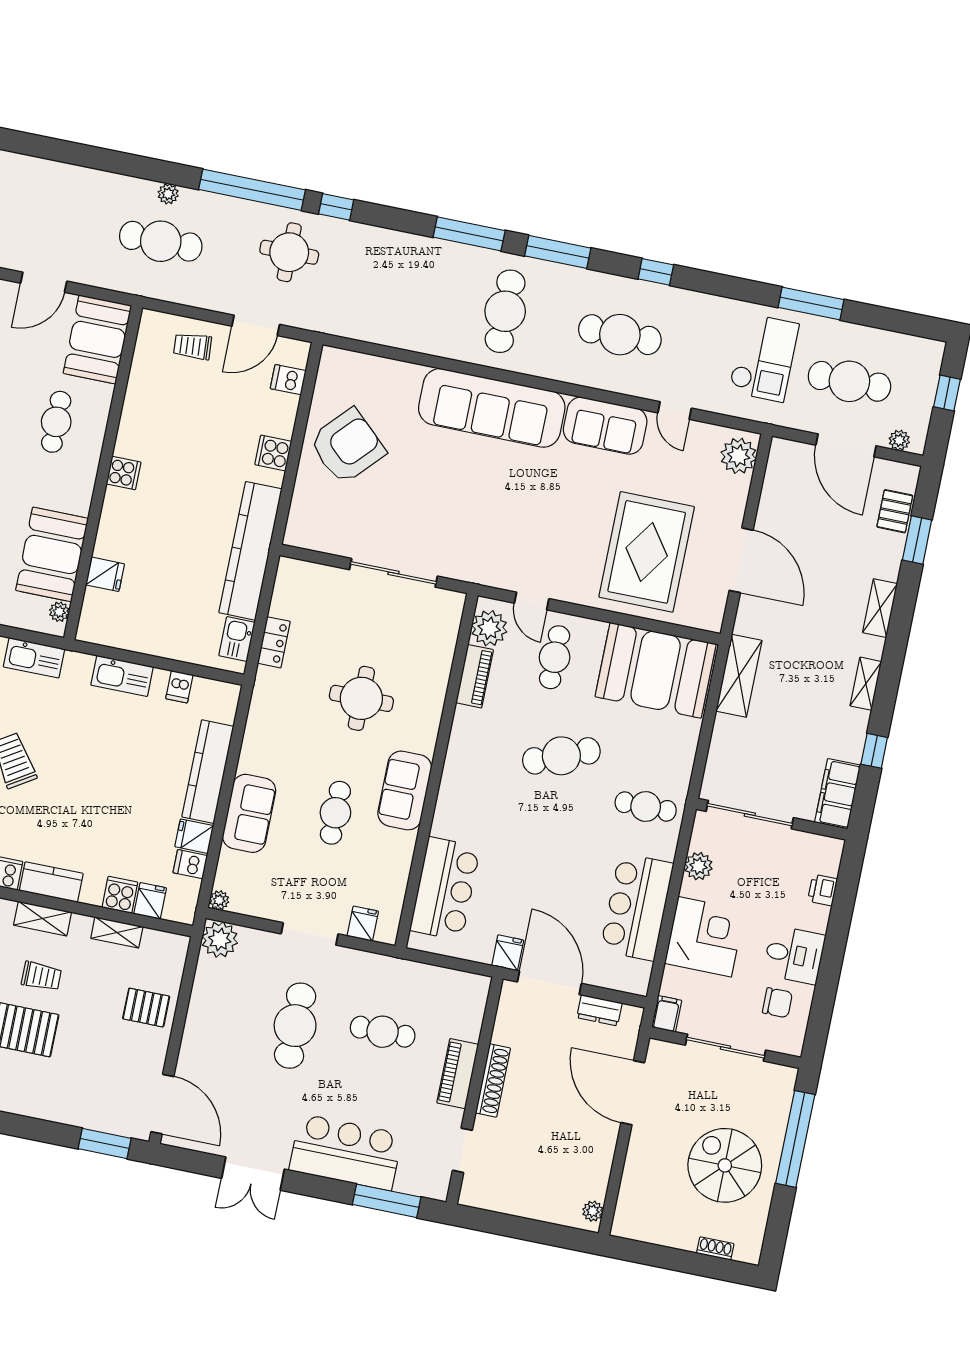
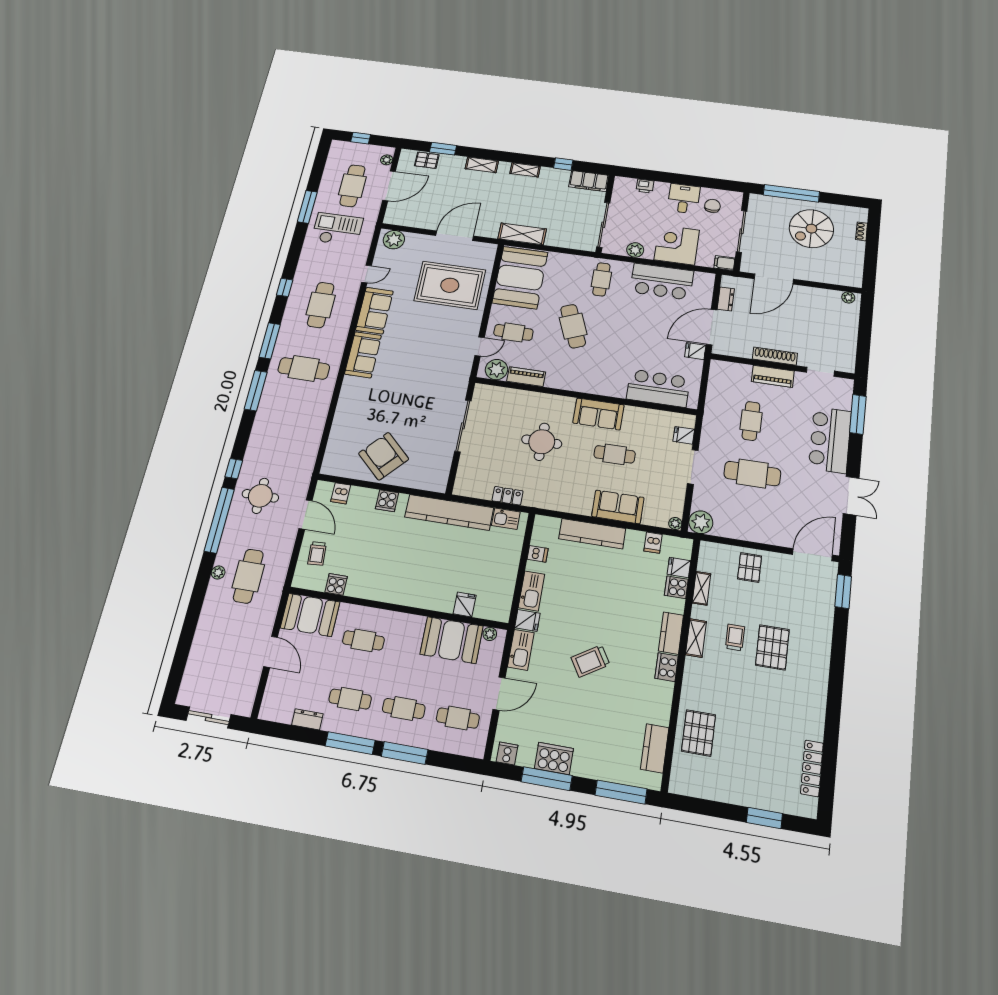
sofa: (492, 408) -> (363, 355), width x0.54, depth x0.79
cooker: (124, 473) -> (336, 584), moved
fridge: (194, 836) -> (527, 620), moved, turned -90

